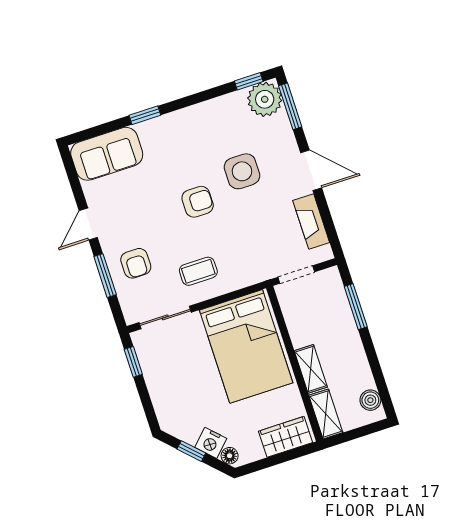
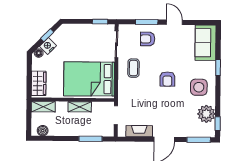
plant: (265, 99) -> (206, 114), moved
side table: (242, 171) -> (199, 87), moved
shelving: (311, 369) -> (80, 107), moved

